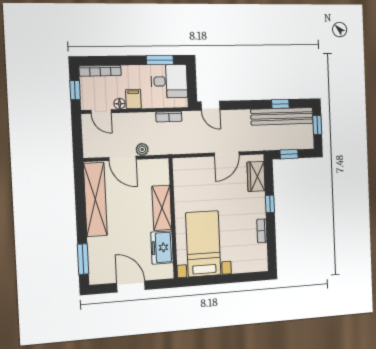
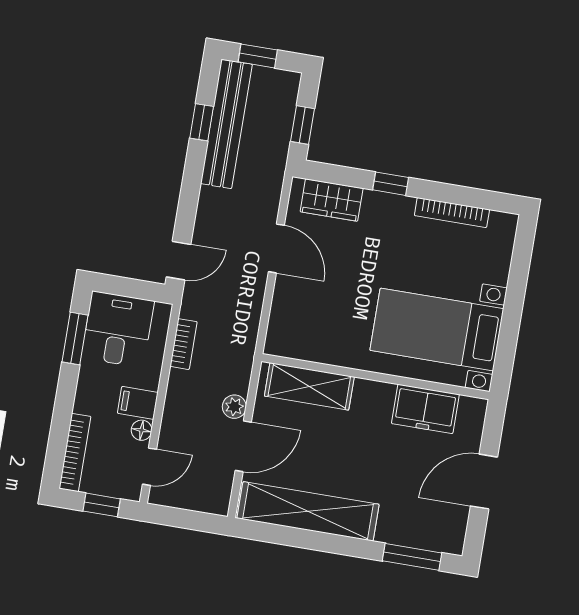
shelving: (162, 208) -> (309, 386), moved
bookcase: (262, 231) -> (452, 213), width x1.56

